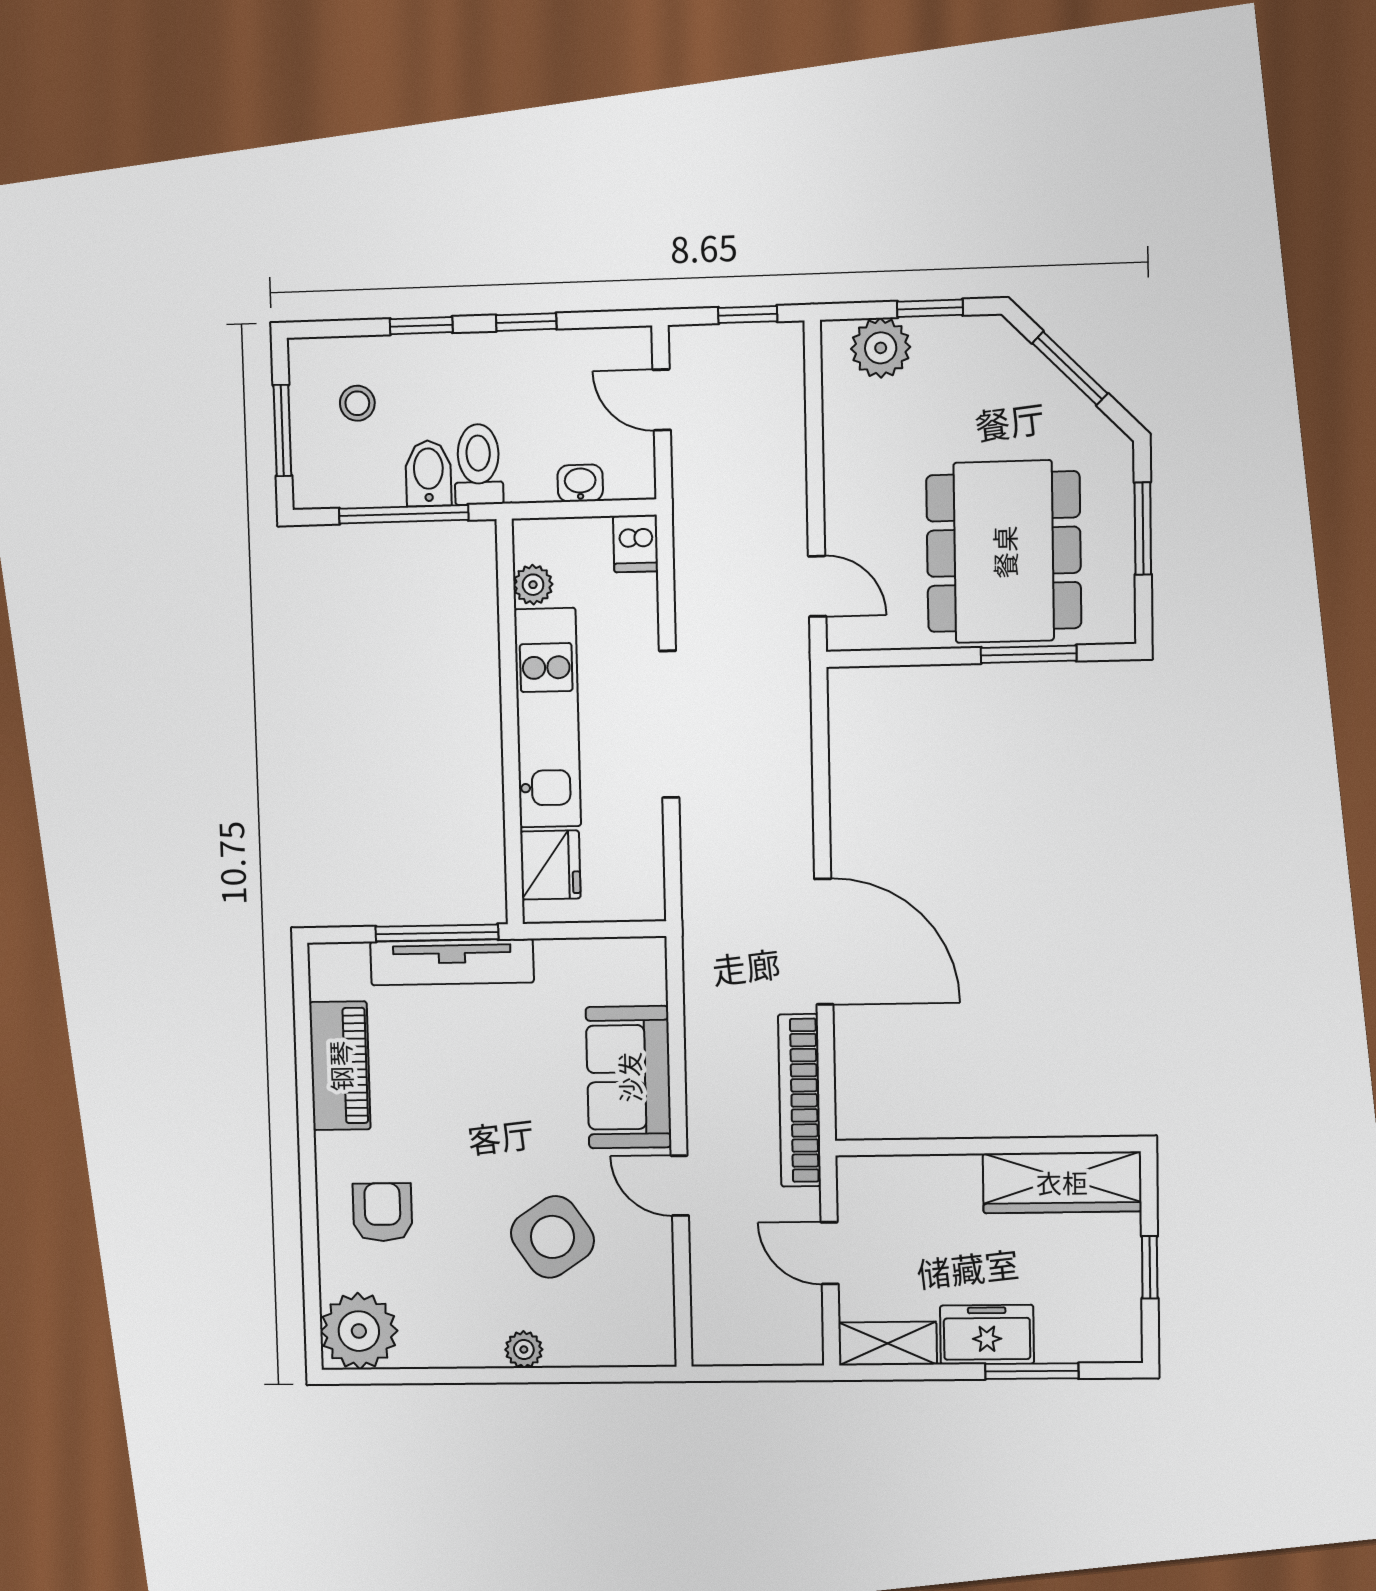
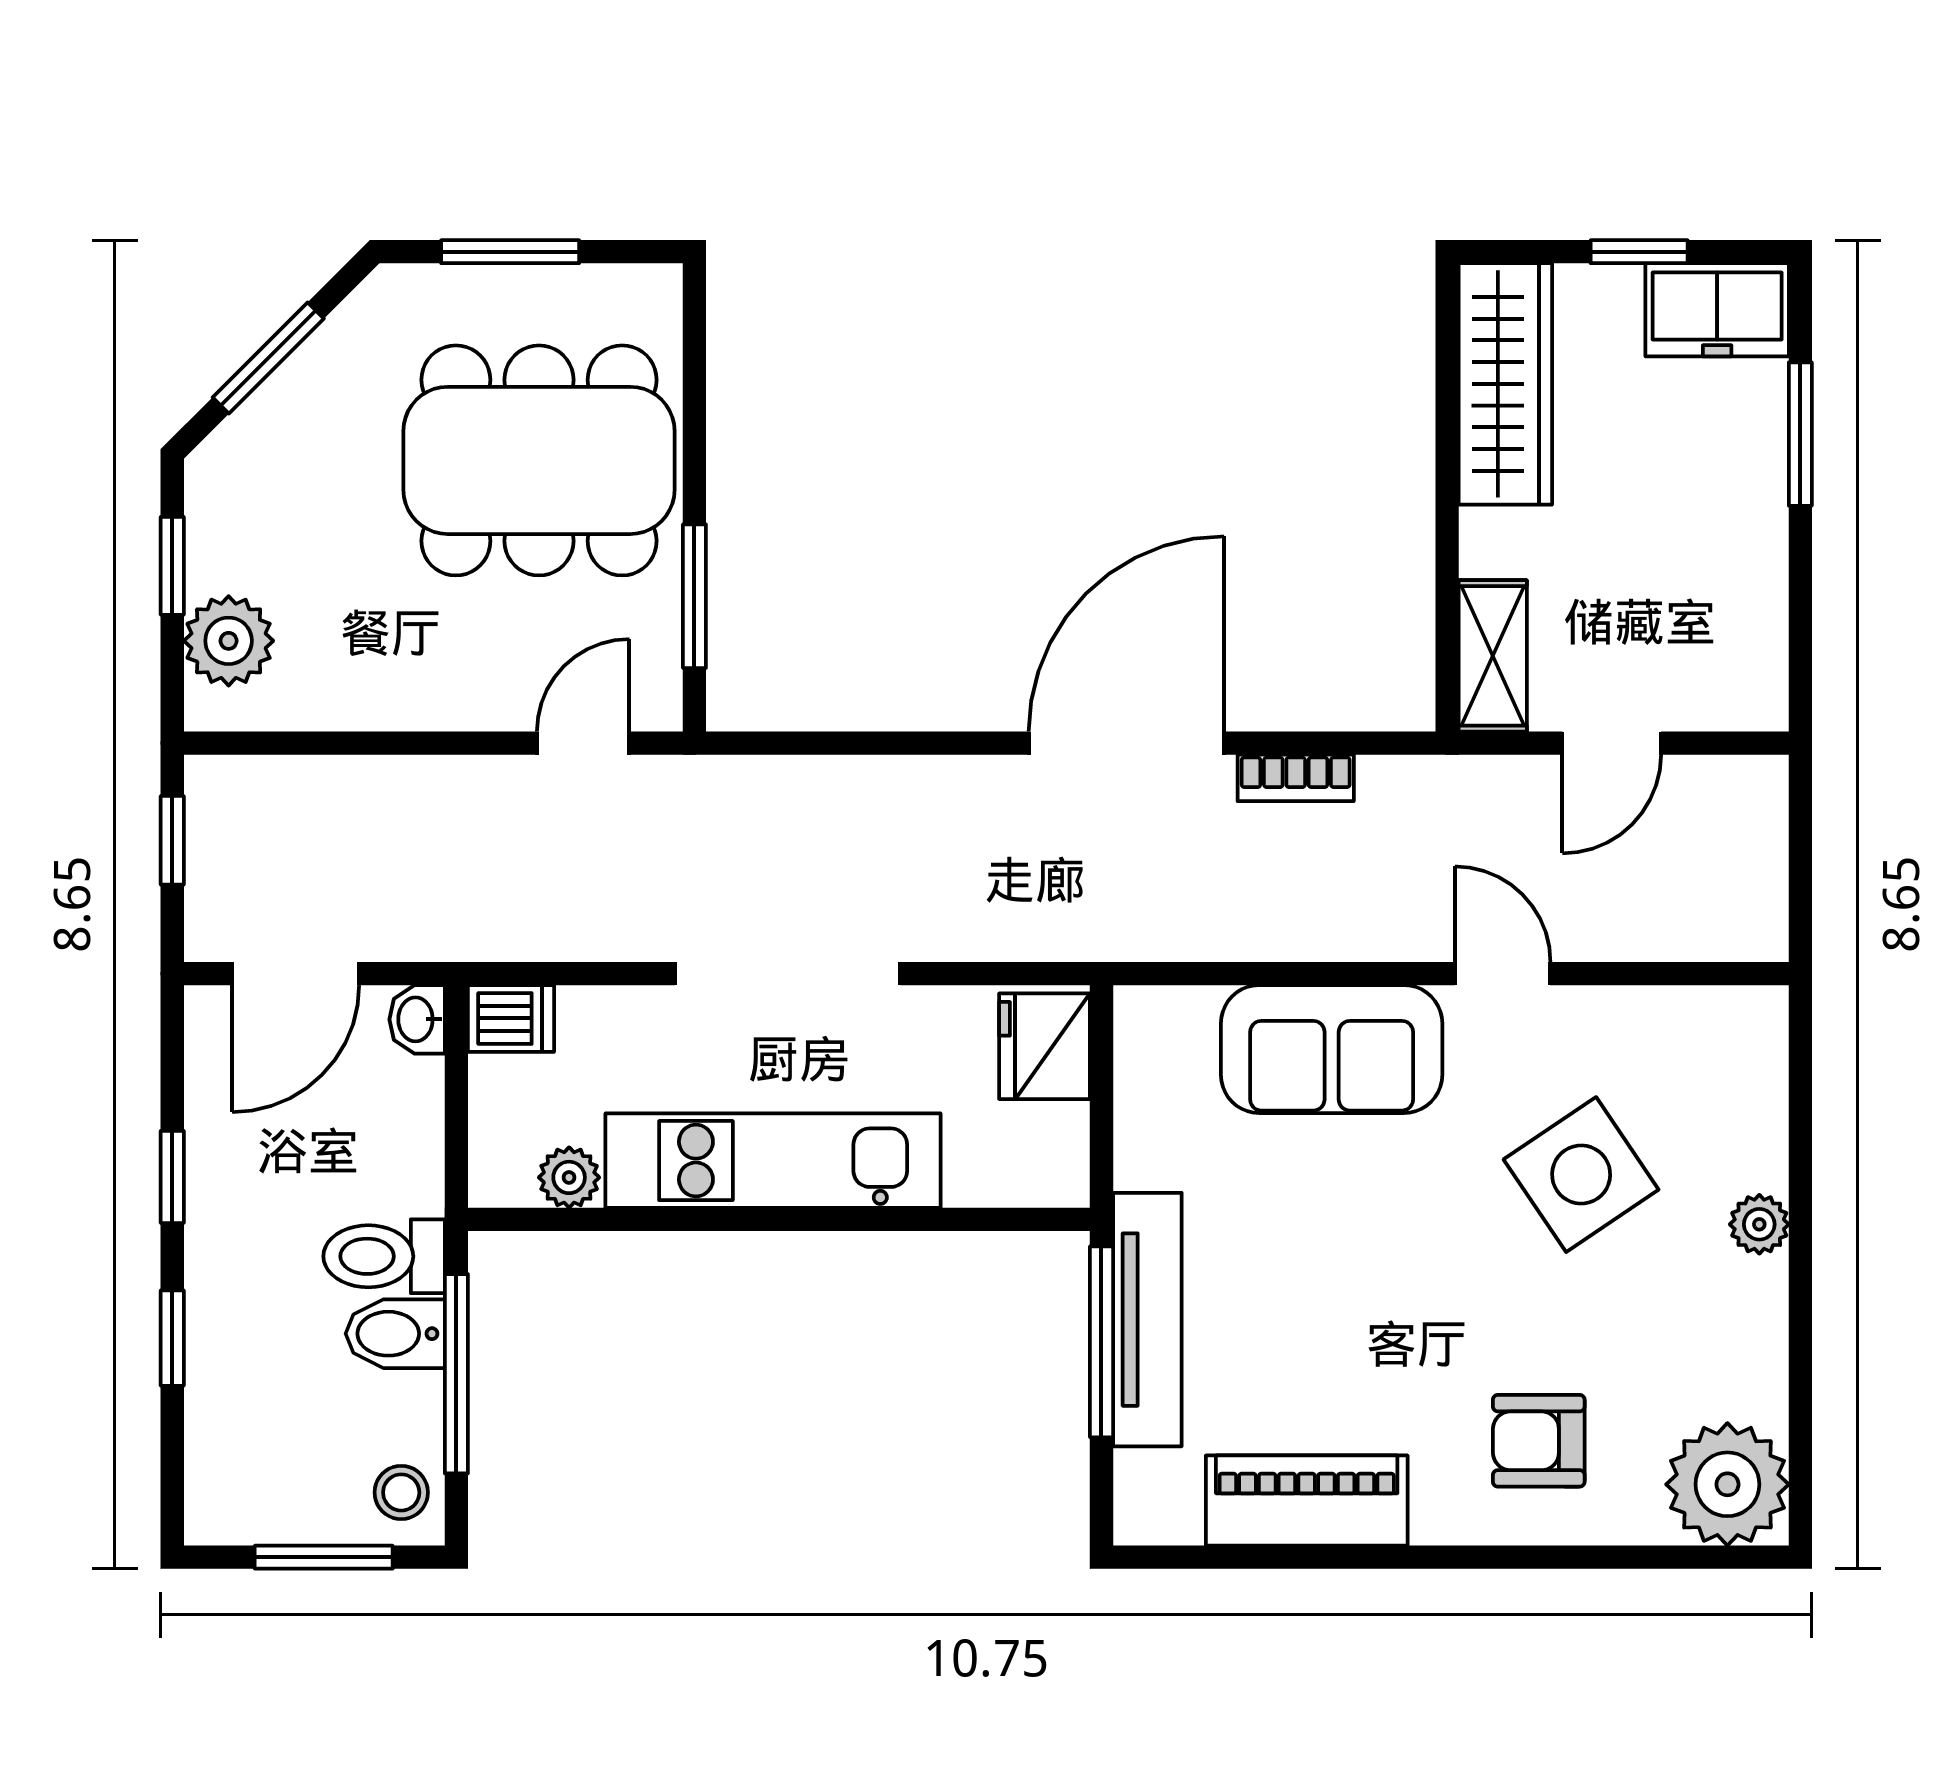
door: (662, 400) -> (296, 974), width x1.38
stool: (357, 403) -> (401, 1492), moved
washbasin: (580, 483) -> (417, 1019), moved
window: (1029, 654) -> (694, 596), moved
fridge: (550, 865) -> (1045, 1046), moved, turned -90
bookcase: (800, 1100) -> (1296, 778), width x0.43, depth x0.76
door: (680, 1186) -> (1503, 974), swing flipped
freezer: (987, 1335) -> (1717, 310), moved, turned -90
shelving: (888, 1343) -> (1493, 656), moved

